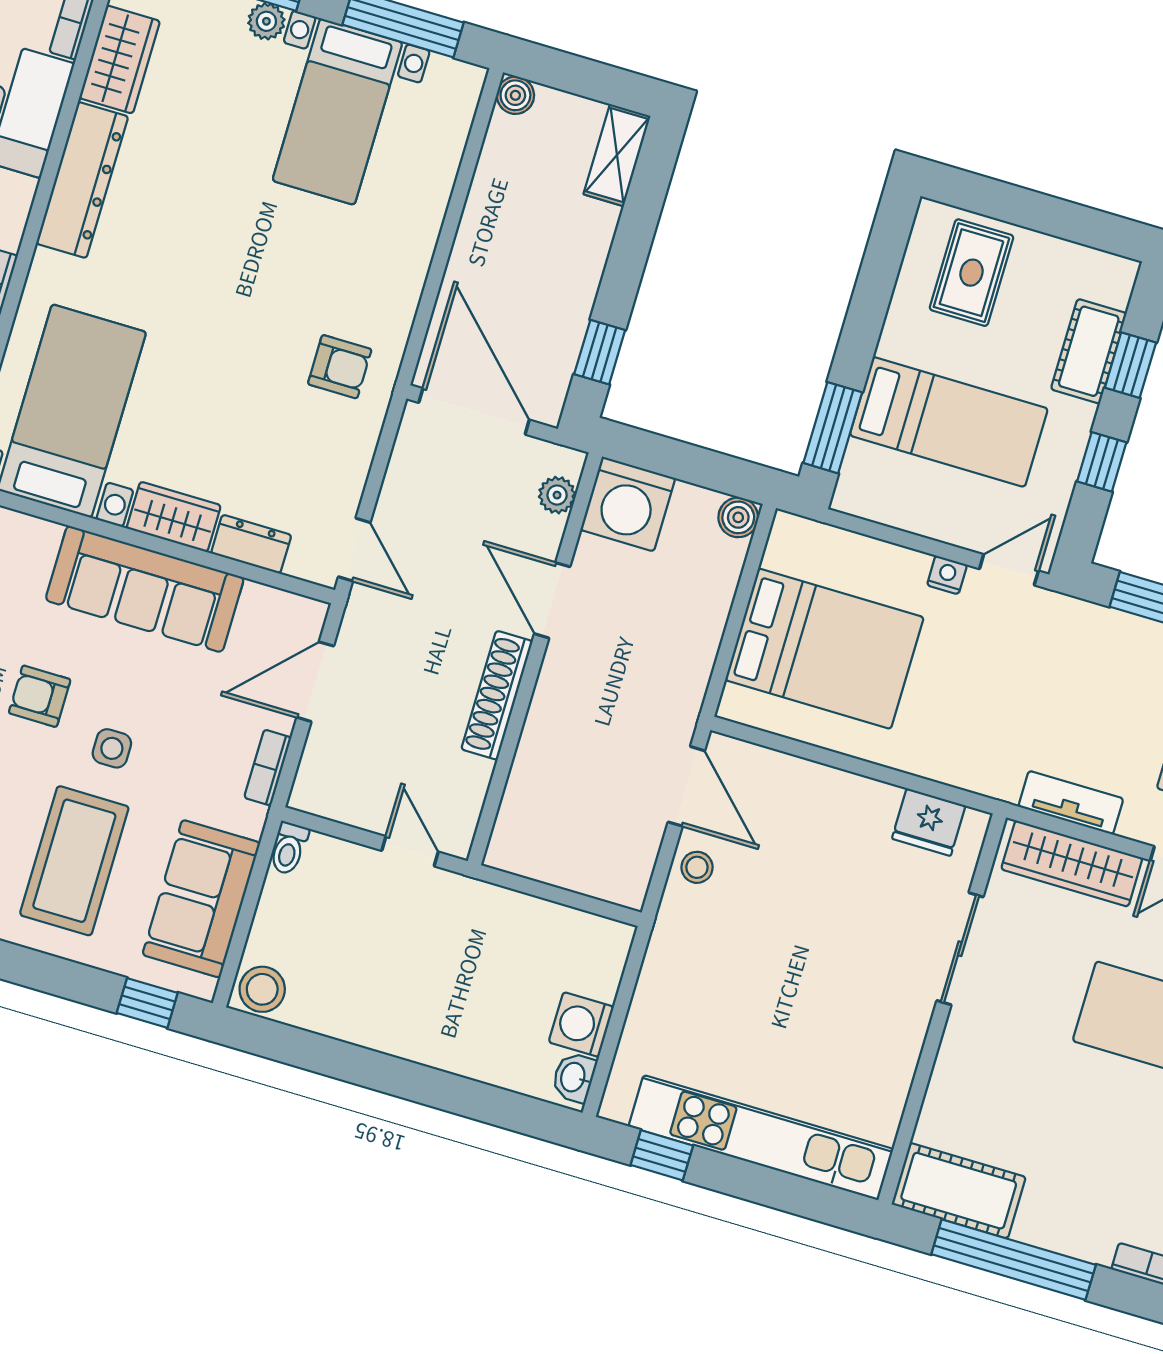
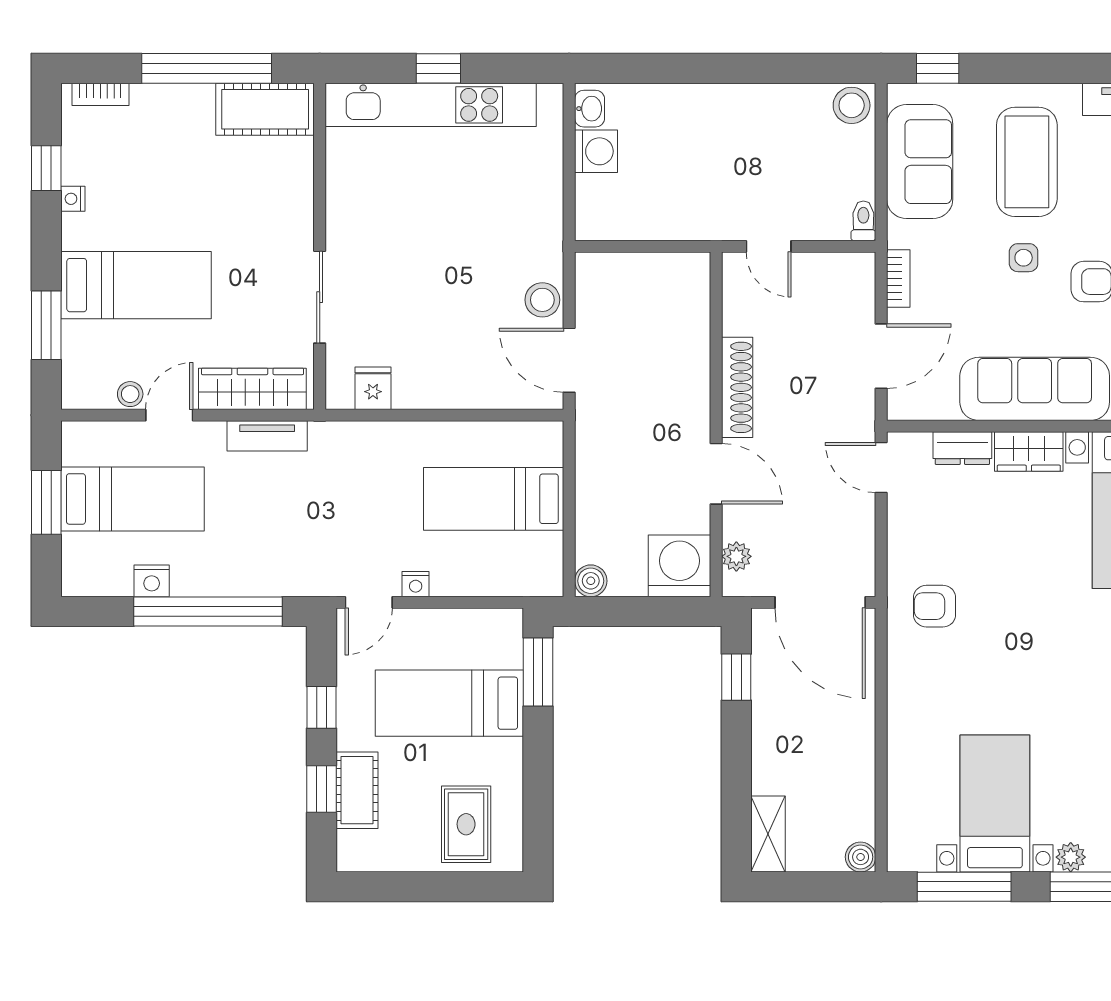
bed: (824, 649) -> (494, 499), width x0.67
fridge: (929, 822) -> (373, 388), width x0.72
stool: (697, 867) -> (542, 300), width x1.37, depth x1.37
window: (662, 1155) -> (438, 68), moved

